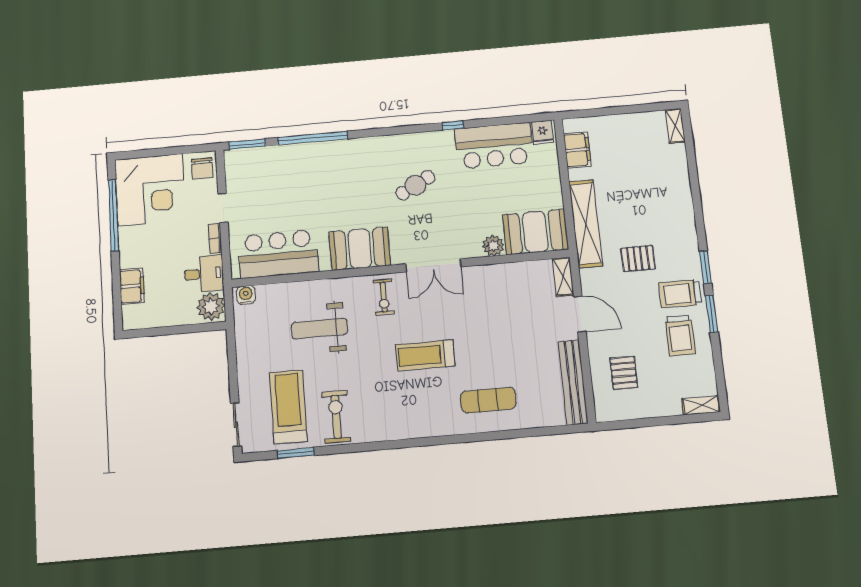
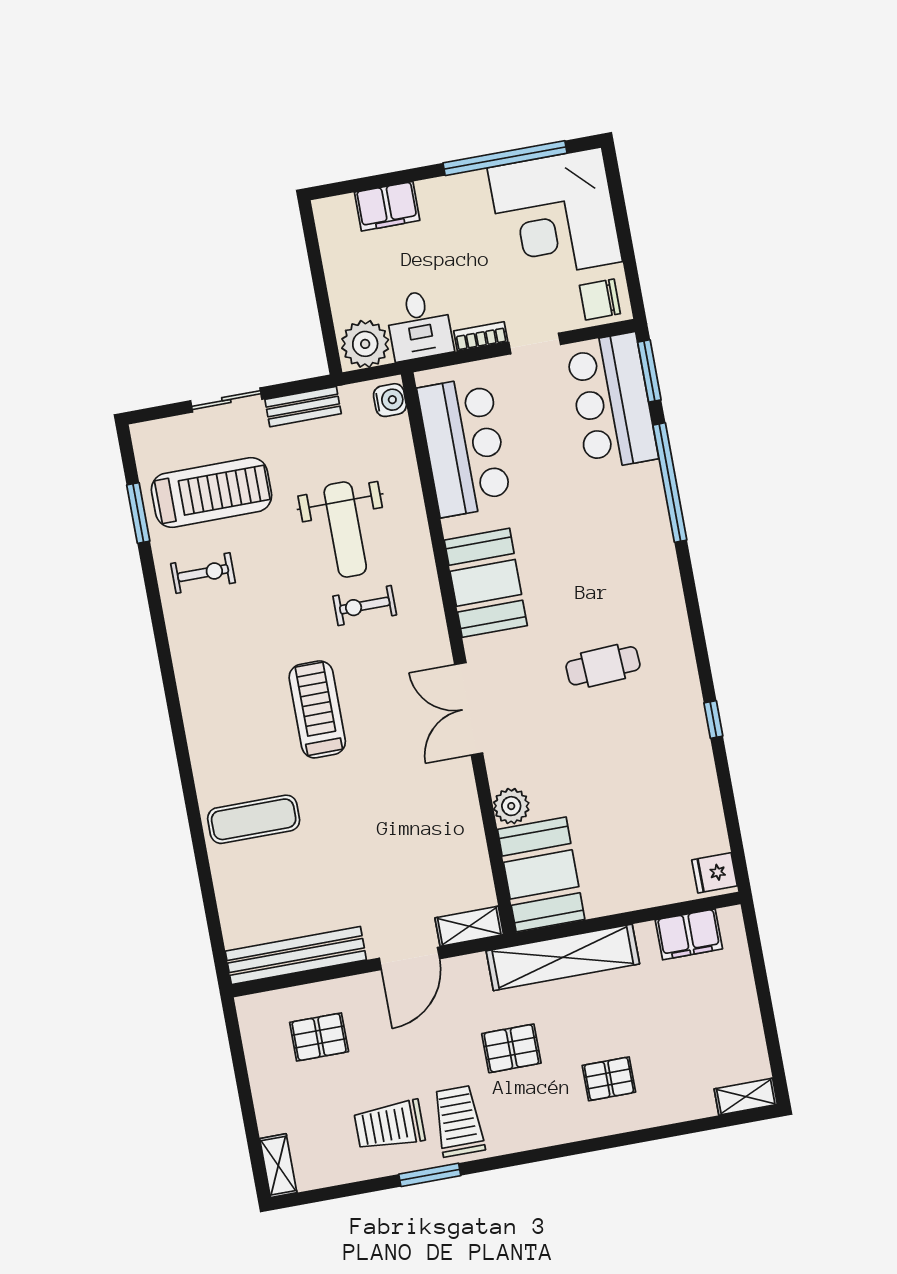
bar counter: (494, 146) -> (612, 402), moved
cafe table: (415, 185) -> (603, 666), turned -65
pallet: (660, 203) -> (609, 1079), added
pallet: (638, 258) -> (511, 1048), turned 90
window: (706, 267) -> (507, 1161), removed
exercise bike: (384, 297) -> (365, 606), moved
weight bench: (319, 329) -> (345, 529), turned 180
bench: (244, 347) -> (303, 407), added
exercise mat: (488, 400) -> (254, 819), turned 90
exercise bike: (336, 417) -> (203, 573), width x0.73, depth x0.72
sliding door: (236, 425) -> (226, 400), moved

